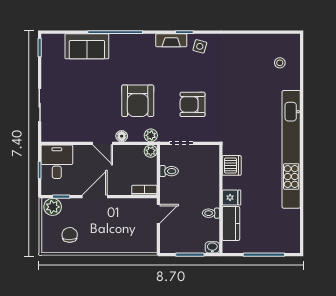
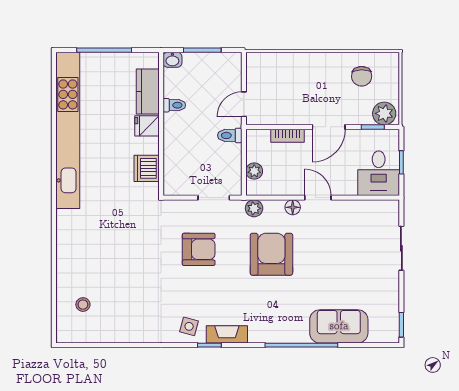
kitchen unit: (291, 149) -> (68, 130), moved
plant: (151, 151) -> (254, 171), moved
toilet: (169, 171) -> (230, 135), moved
bookcase: (144, 190) -> (287, 136), moved

